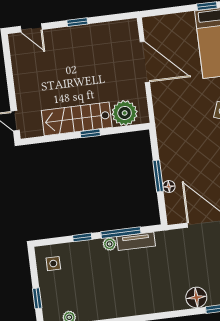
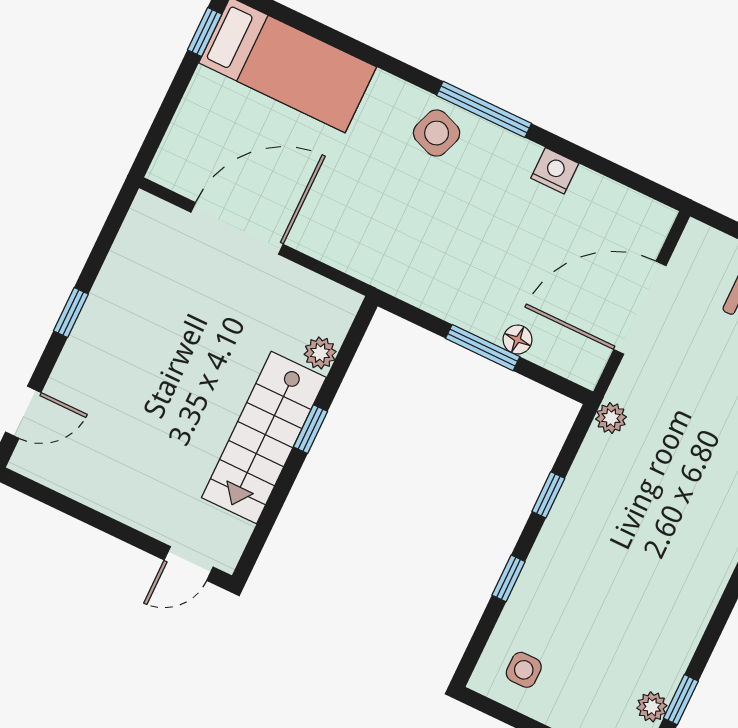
plant: (125, 113) -> (320, 353), width x0.53, depth x0.53
window: (121, 233) -> (548, 495), width x0.46
tv unit: (136, 241) -> (585, 476), removed
plant: (110, 244) -> (611, 418), moved

